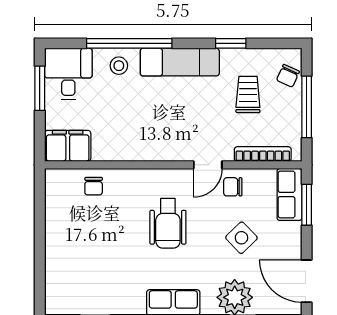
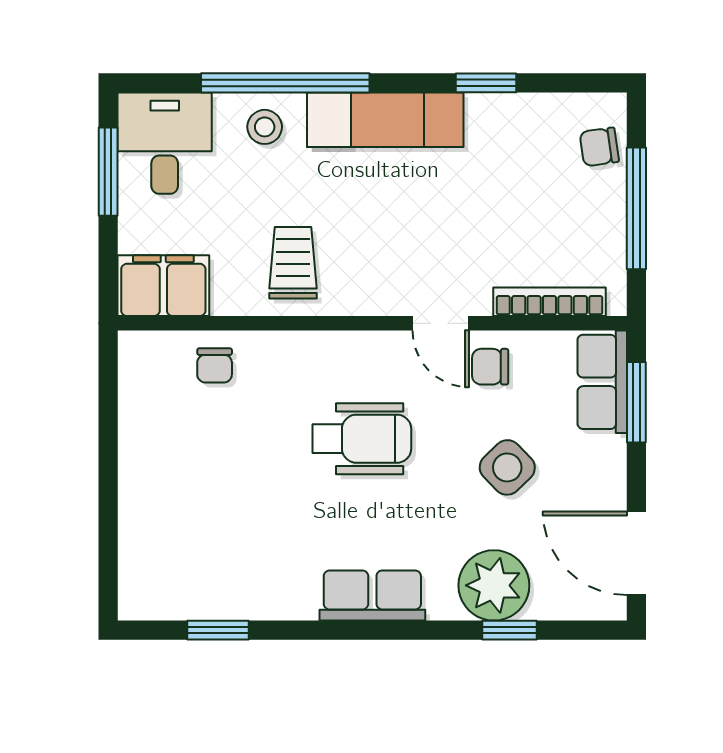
chair: (288, 76) -> (599, 147), turned 58
trolley: (248, 94) -> (293, 263), moved
door: (208, 165) -> (441, 323), hinge flipped
wheelchair: (168, 223) -> (362, 439), turned -90

